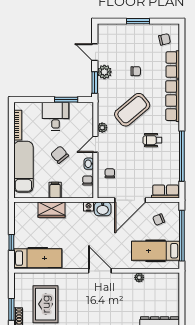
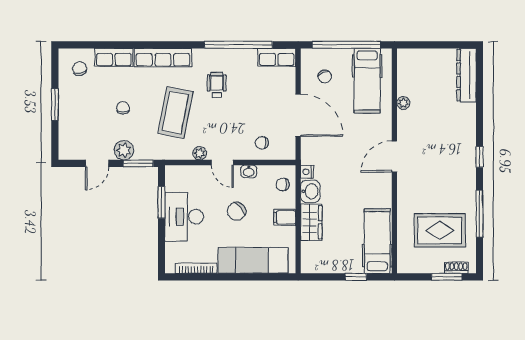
coffee table: (132, 110) -> (175, 113), turned 51
desk: (56, 116) -> (184, 217), width x1.37
wheelchair: (152, 140) -> (217, 85), turned 180
chair: (88, 180) -> (283, 184), moved
row of seats: (166, 192) -> (277, 57), moved, turned -90
washbasin: (103, 209) -> (310, 191), moved

